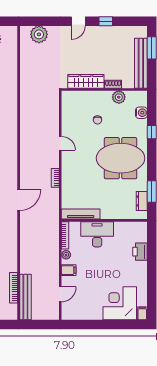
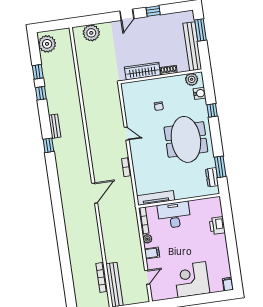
plant: (119, 97) -> (192, 79), moved
meeting table: (121, 158) -> (186, 139), turned 90
corner desk: (120, 303) -> (192, 280), moved

